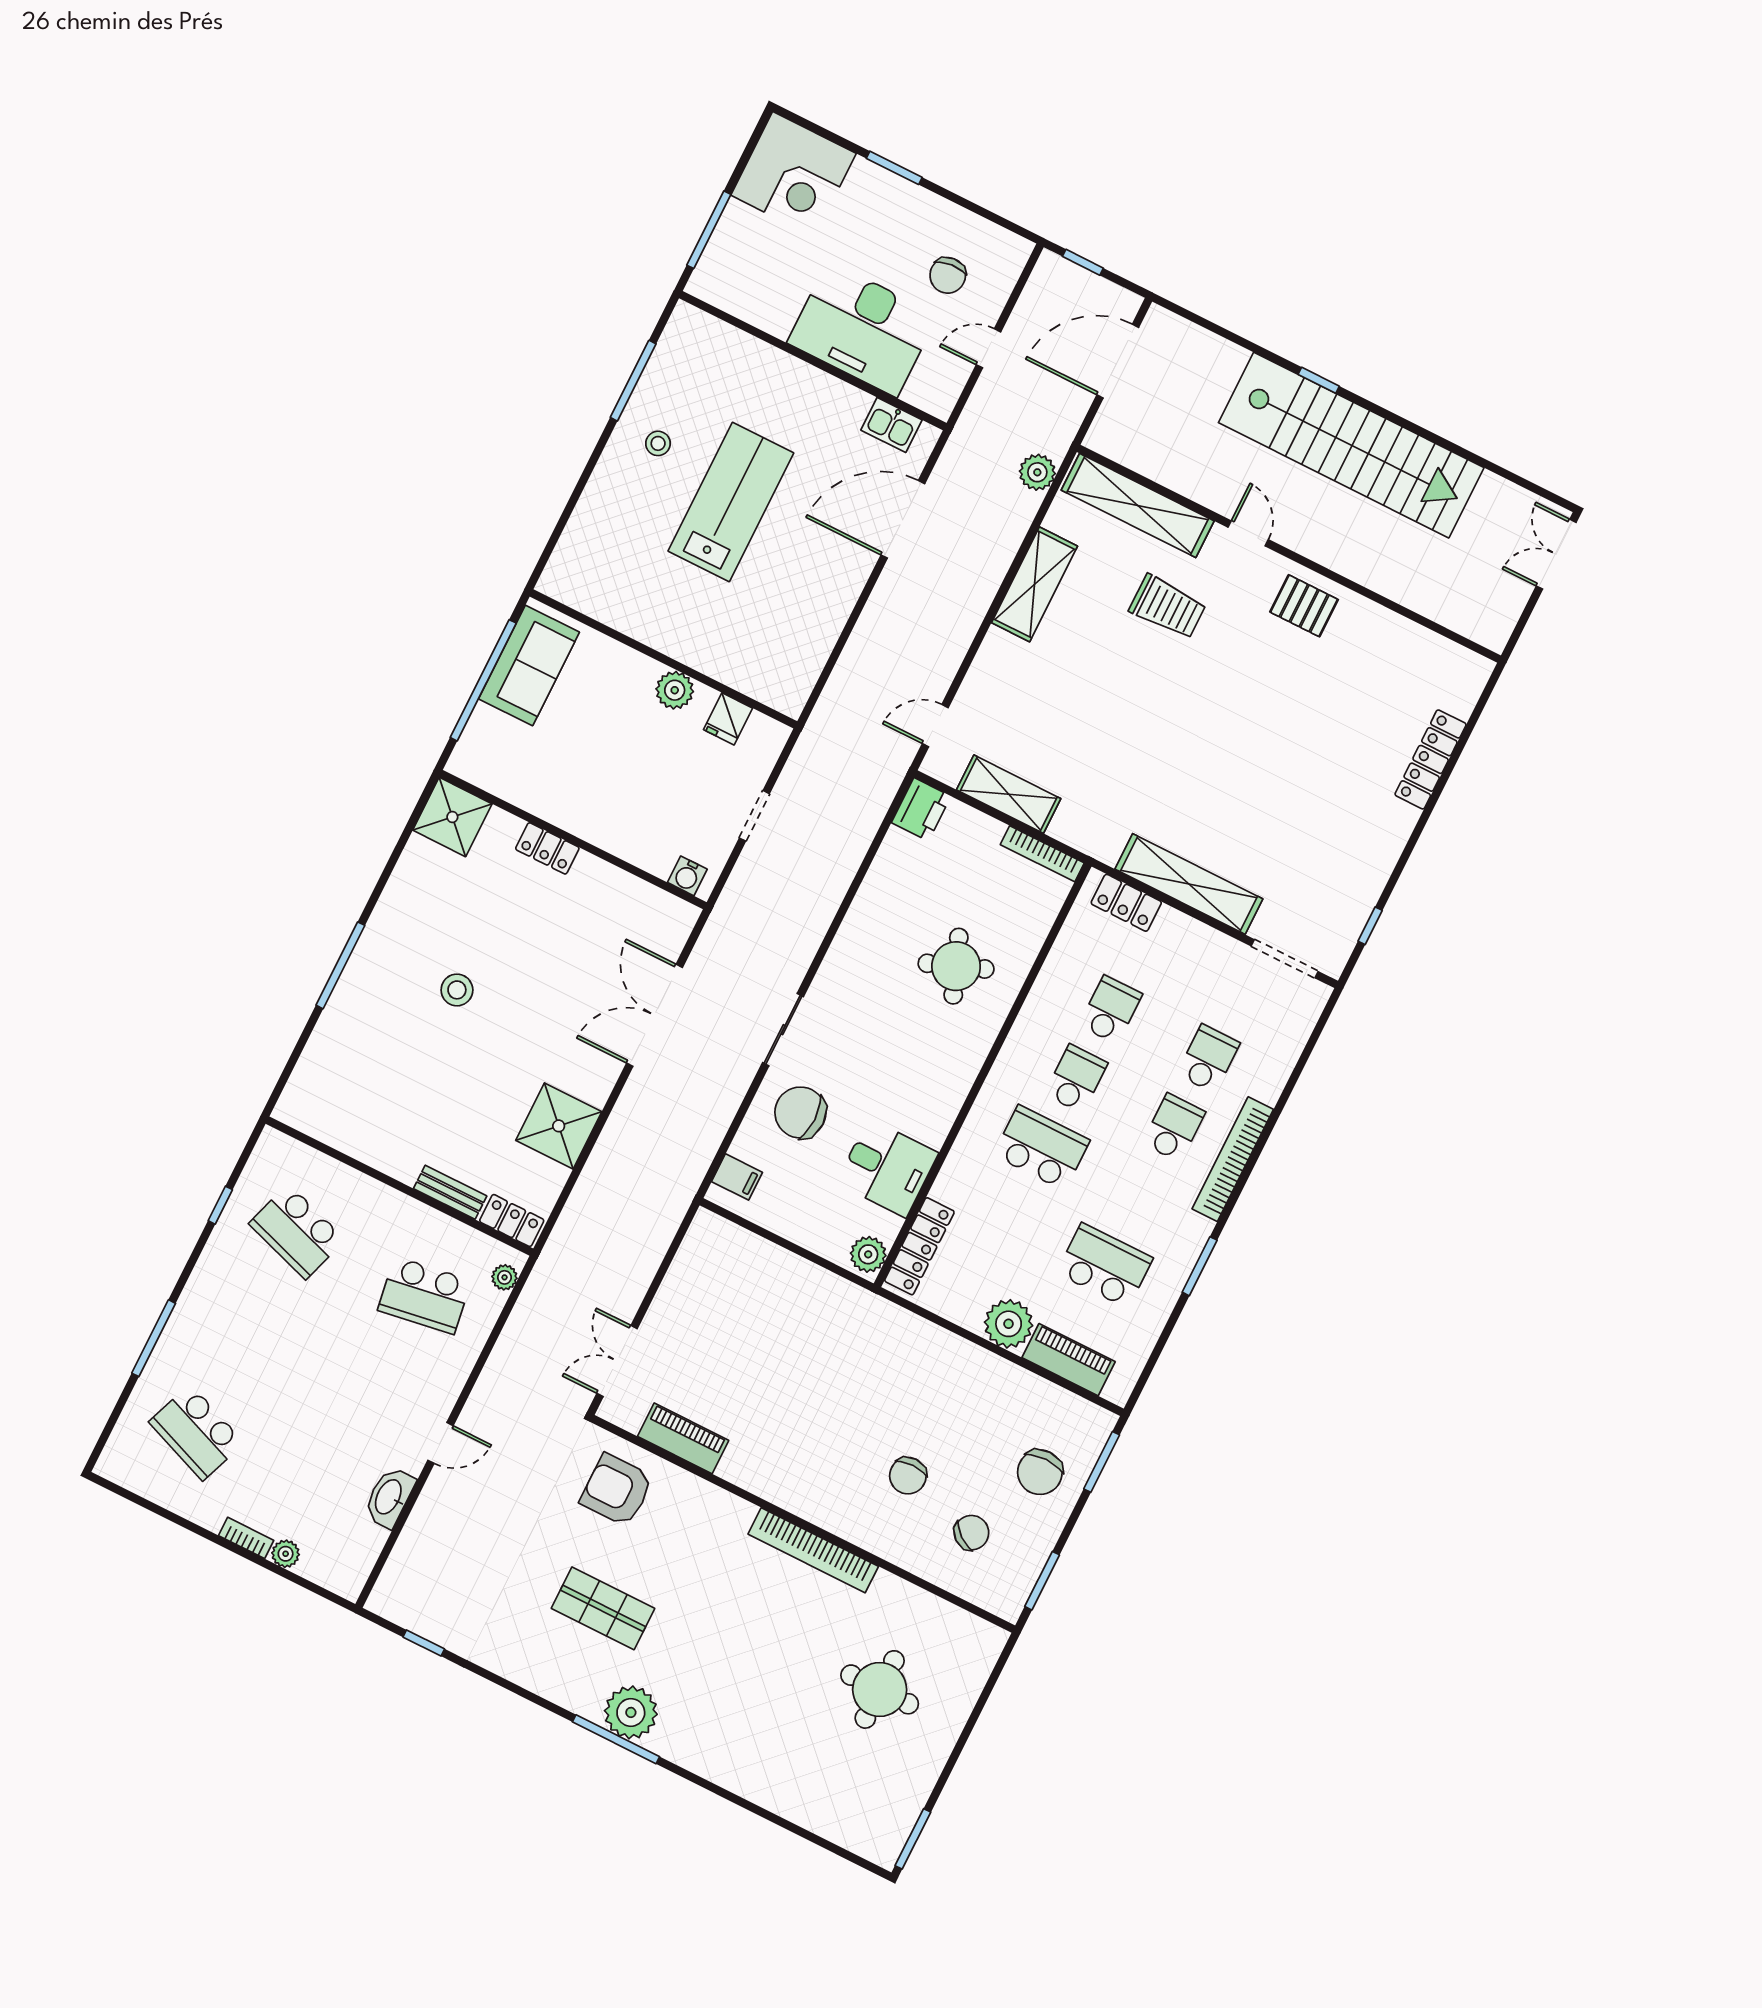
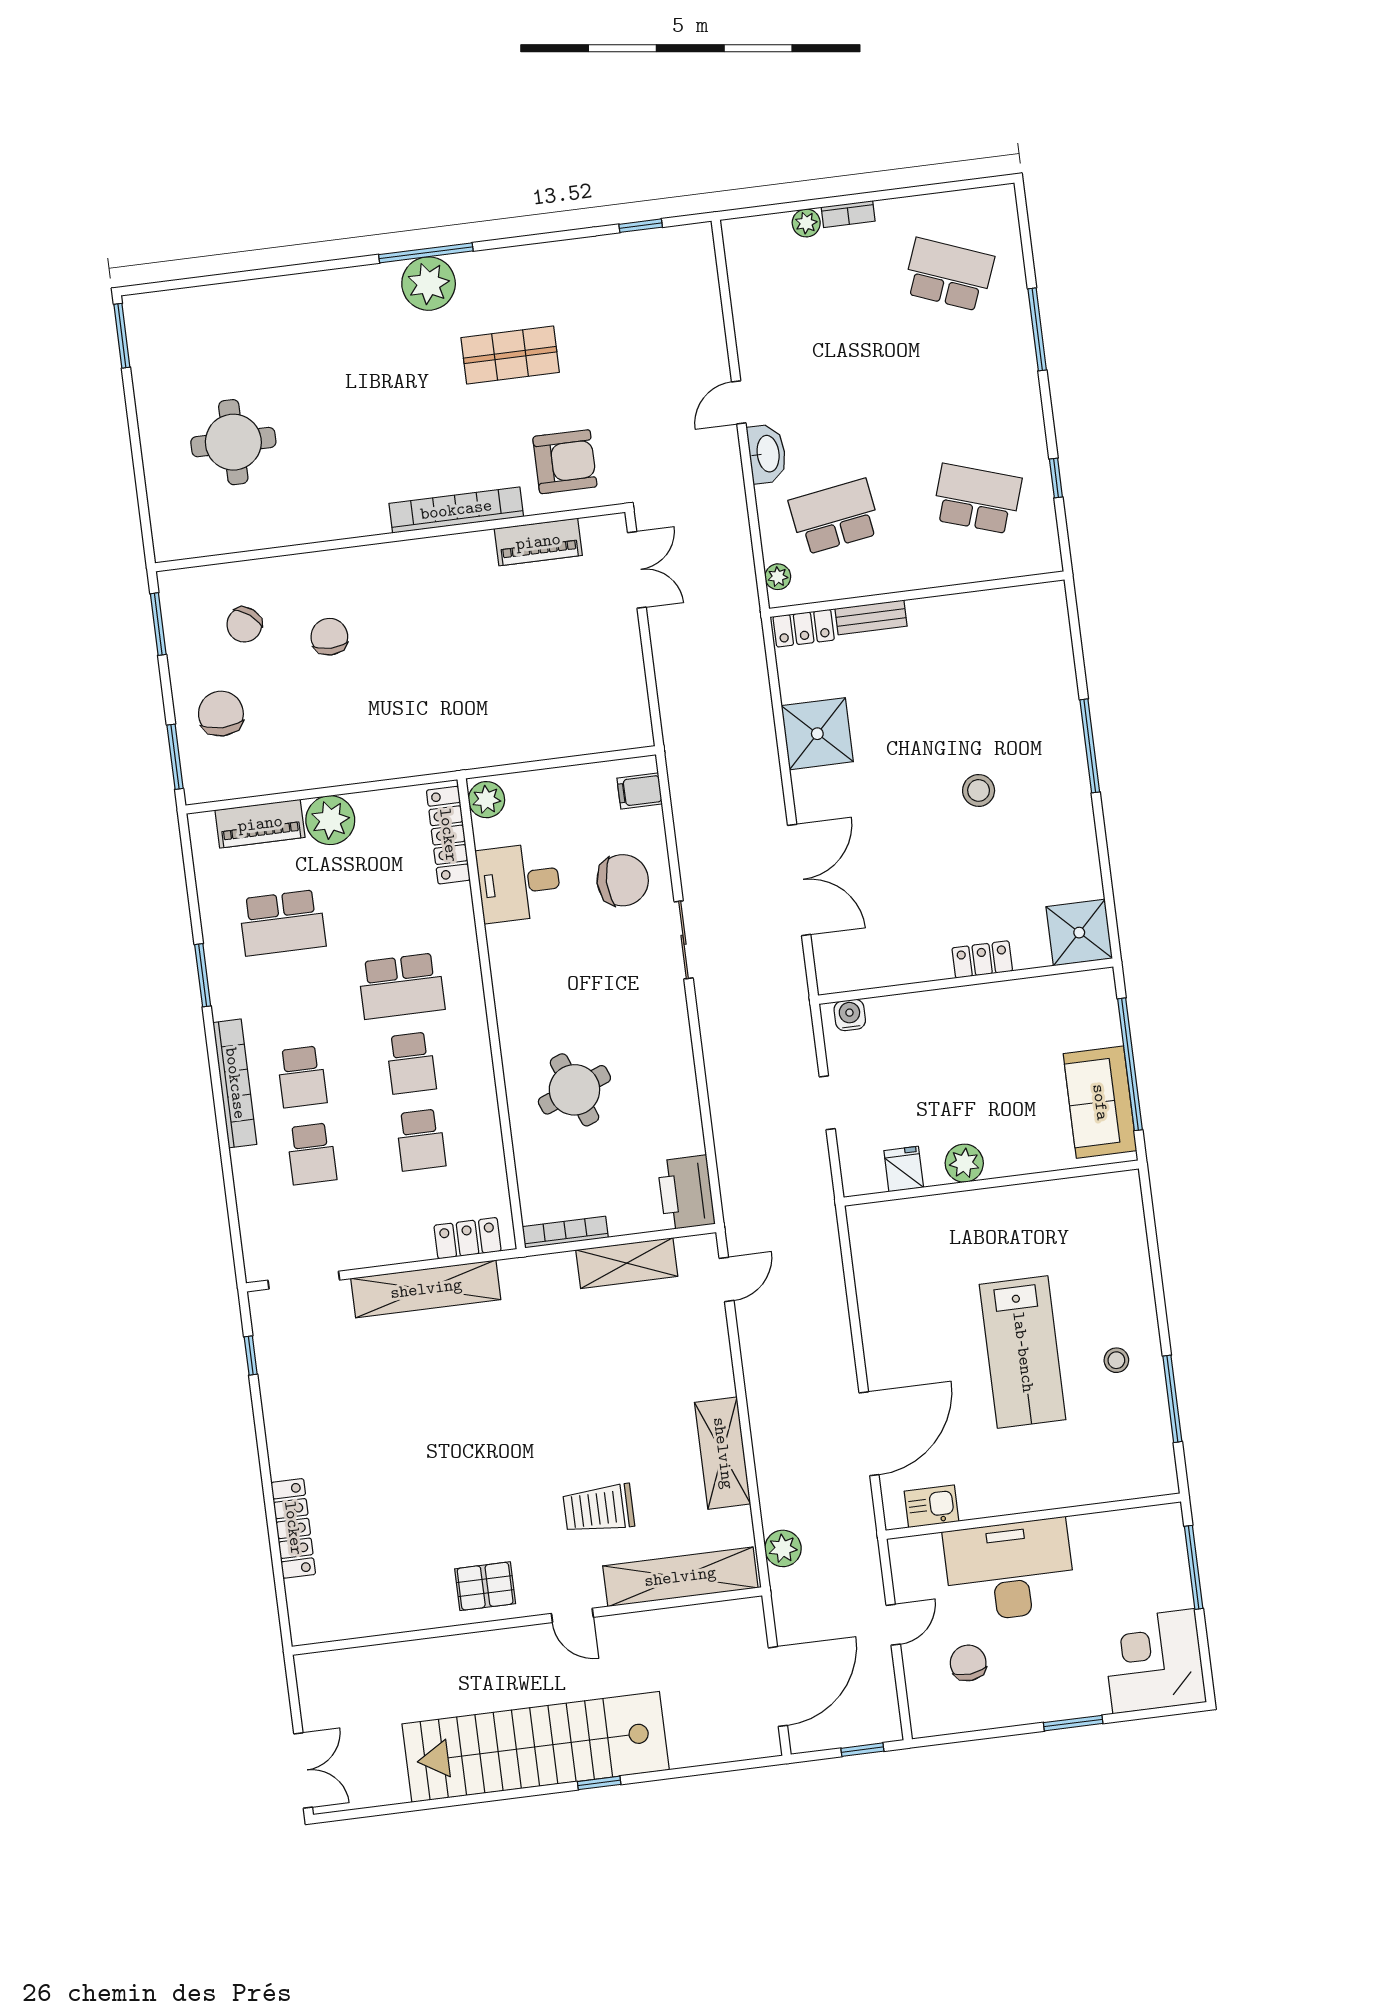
printer: (921, 809) -> (686, 1193), width x1.37, depth x1.19
washbasin: (389, 1497) -> (767, 454), moved
bookcase: (813, 1550) -> (456, 510), moved

